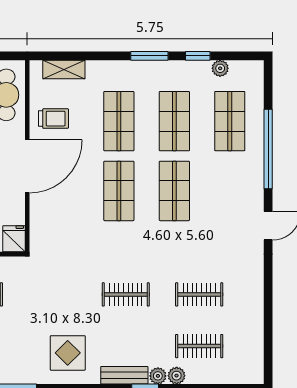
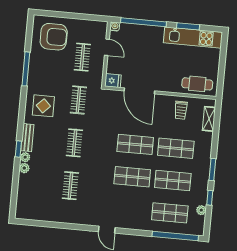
window: (268, 149) -> (175, 236), moved
door: (27, 166) -> (139, 91), moved
clothes rail: (199, 346) -> (78, 100), moved

